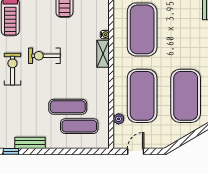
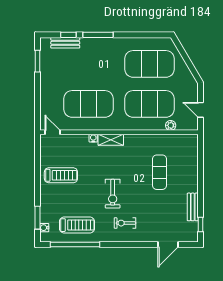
exercise bike: (12, 69) -> (125, 223), width x0.73, depth x0.72
exercise mat: (79, 126) -> (177, 162), removed

